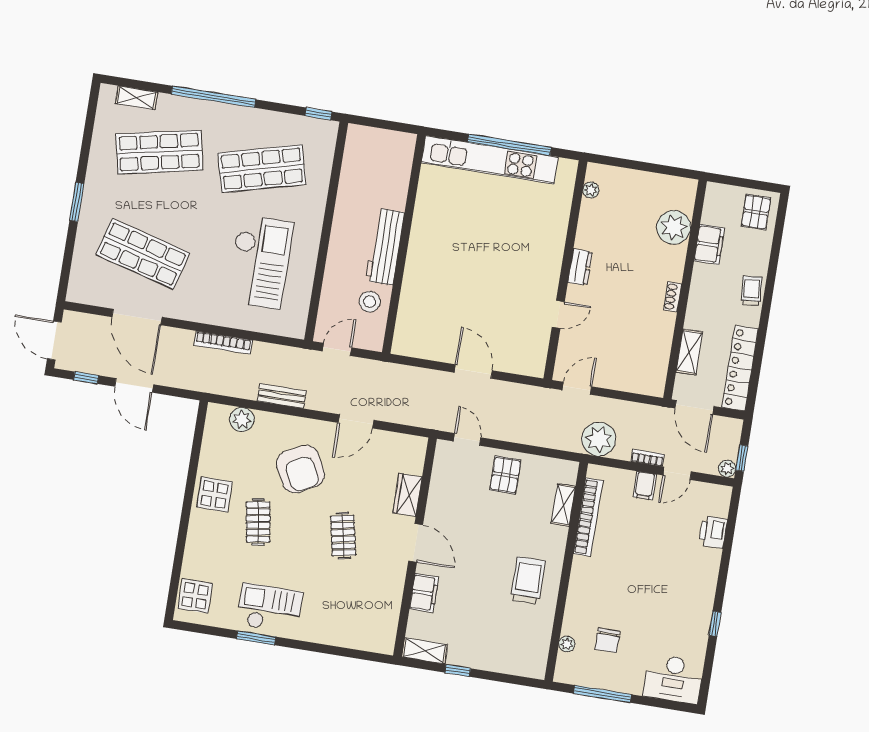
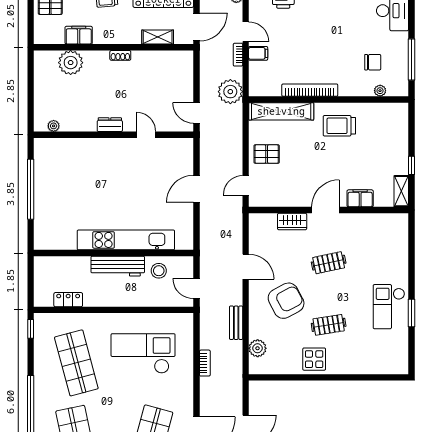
kitchen unit: (490, 160) -> (126, 240), moved, turned -90
locker: (350, 171) -> (68, 300), added
bookcase: (223, 343) -> (205, 363), width x0.64
shelving: (563, 505) -> (281, 111), width x2.20, depth x1.33
bookcase: (588, 517) -> (310, 90), moved
display table: (195, 596) -> (389, 361), removed

